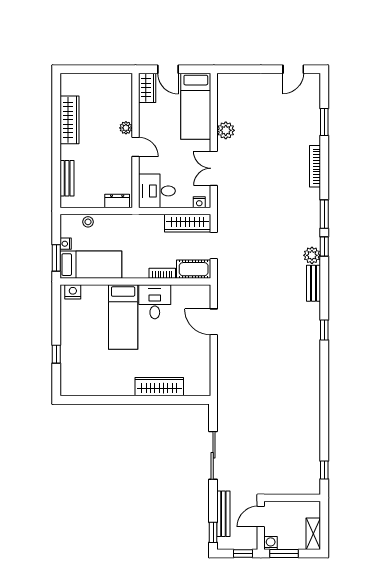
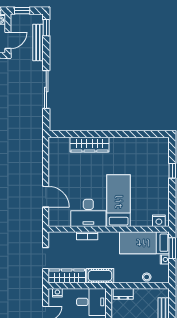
cot: (194, 269) -> (100, 276), moved
desk: (155, 302) -> (88, 213), width x1.37

